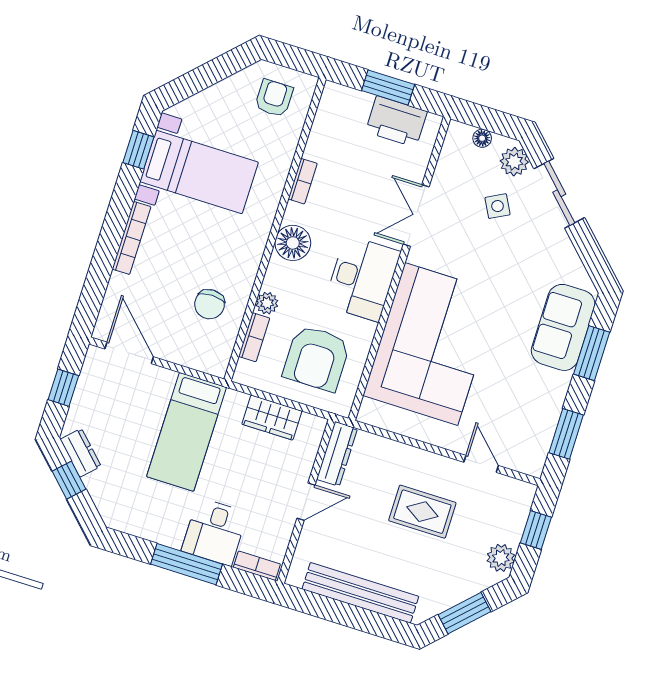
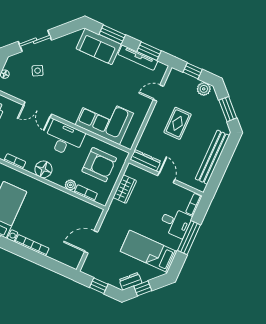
plant: (514, 162) -> (18, 60), removed
chair: (210, 304) -> (68, 212), removed
corner sofa: (431, 344) -> (104, 119), width x0.73, depth x0.74
door: (129, 353) -> (91, 242), moved
tv unit: (550, 412) -> (138, 58), added
bed: (187, 432) -> (149, 251), moved, turned 180

